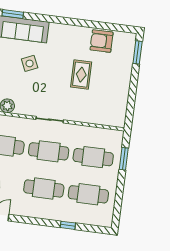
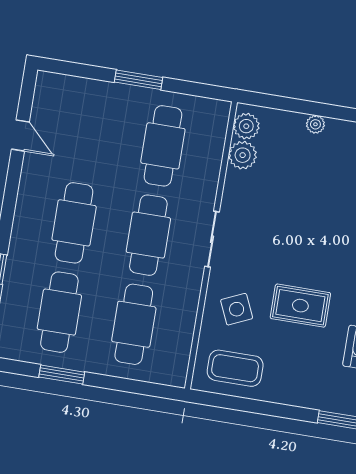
side table: (30, 63) -> (237, 309), moved
coffee table: (113, 106) -> (235, 368), added
window: (124, 159) -> (62, 375), moved

